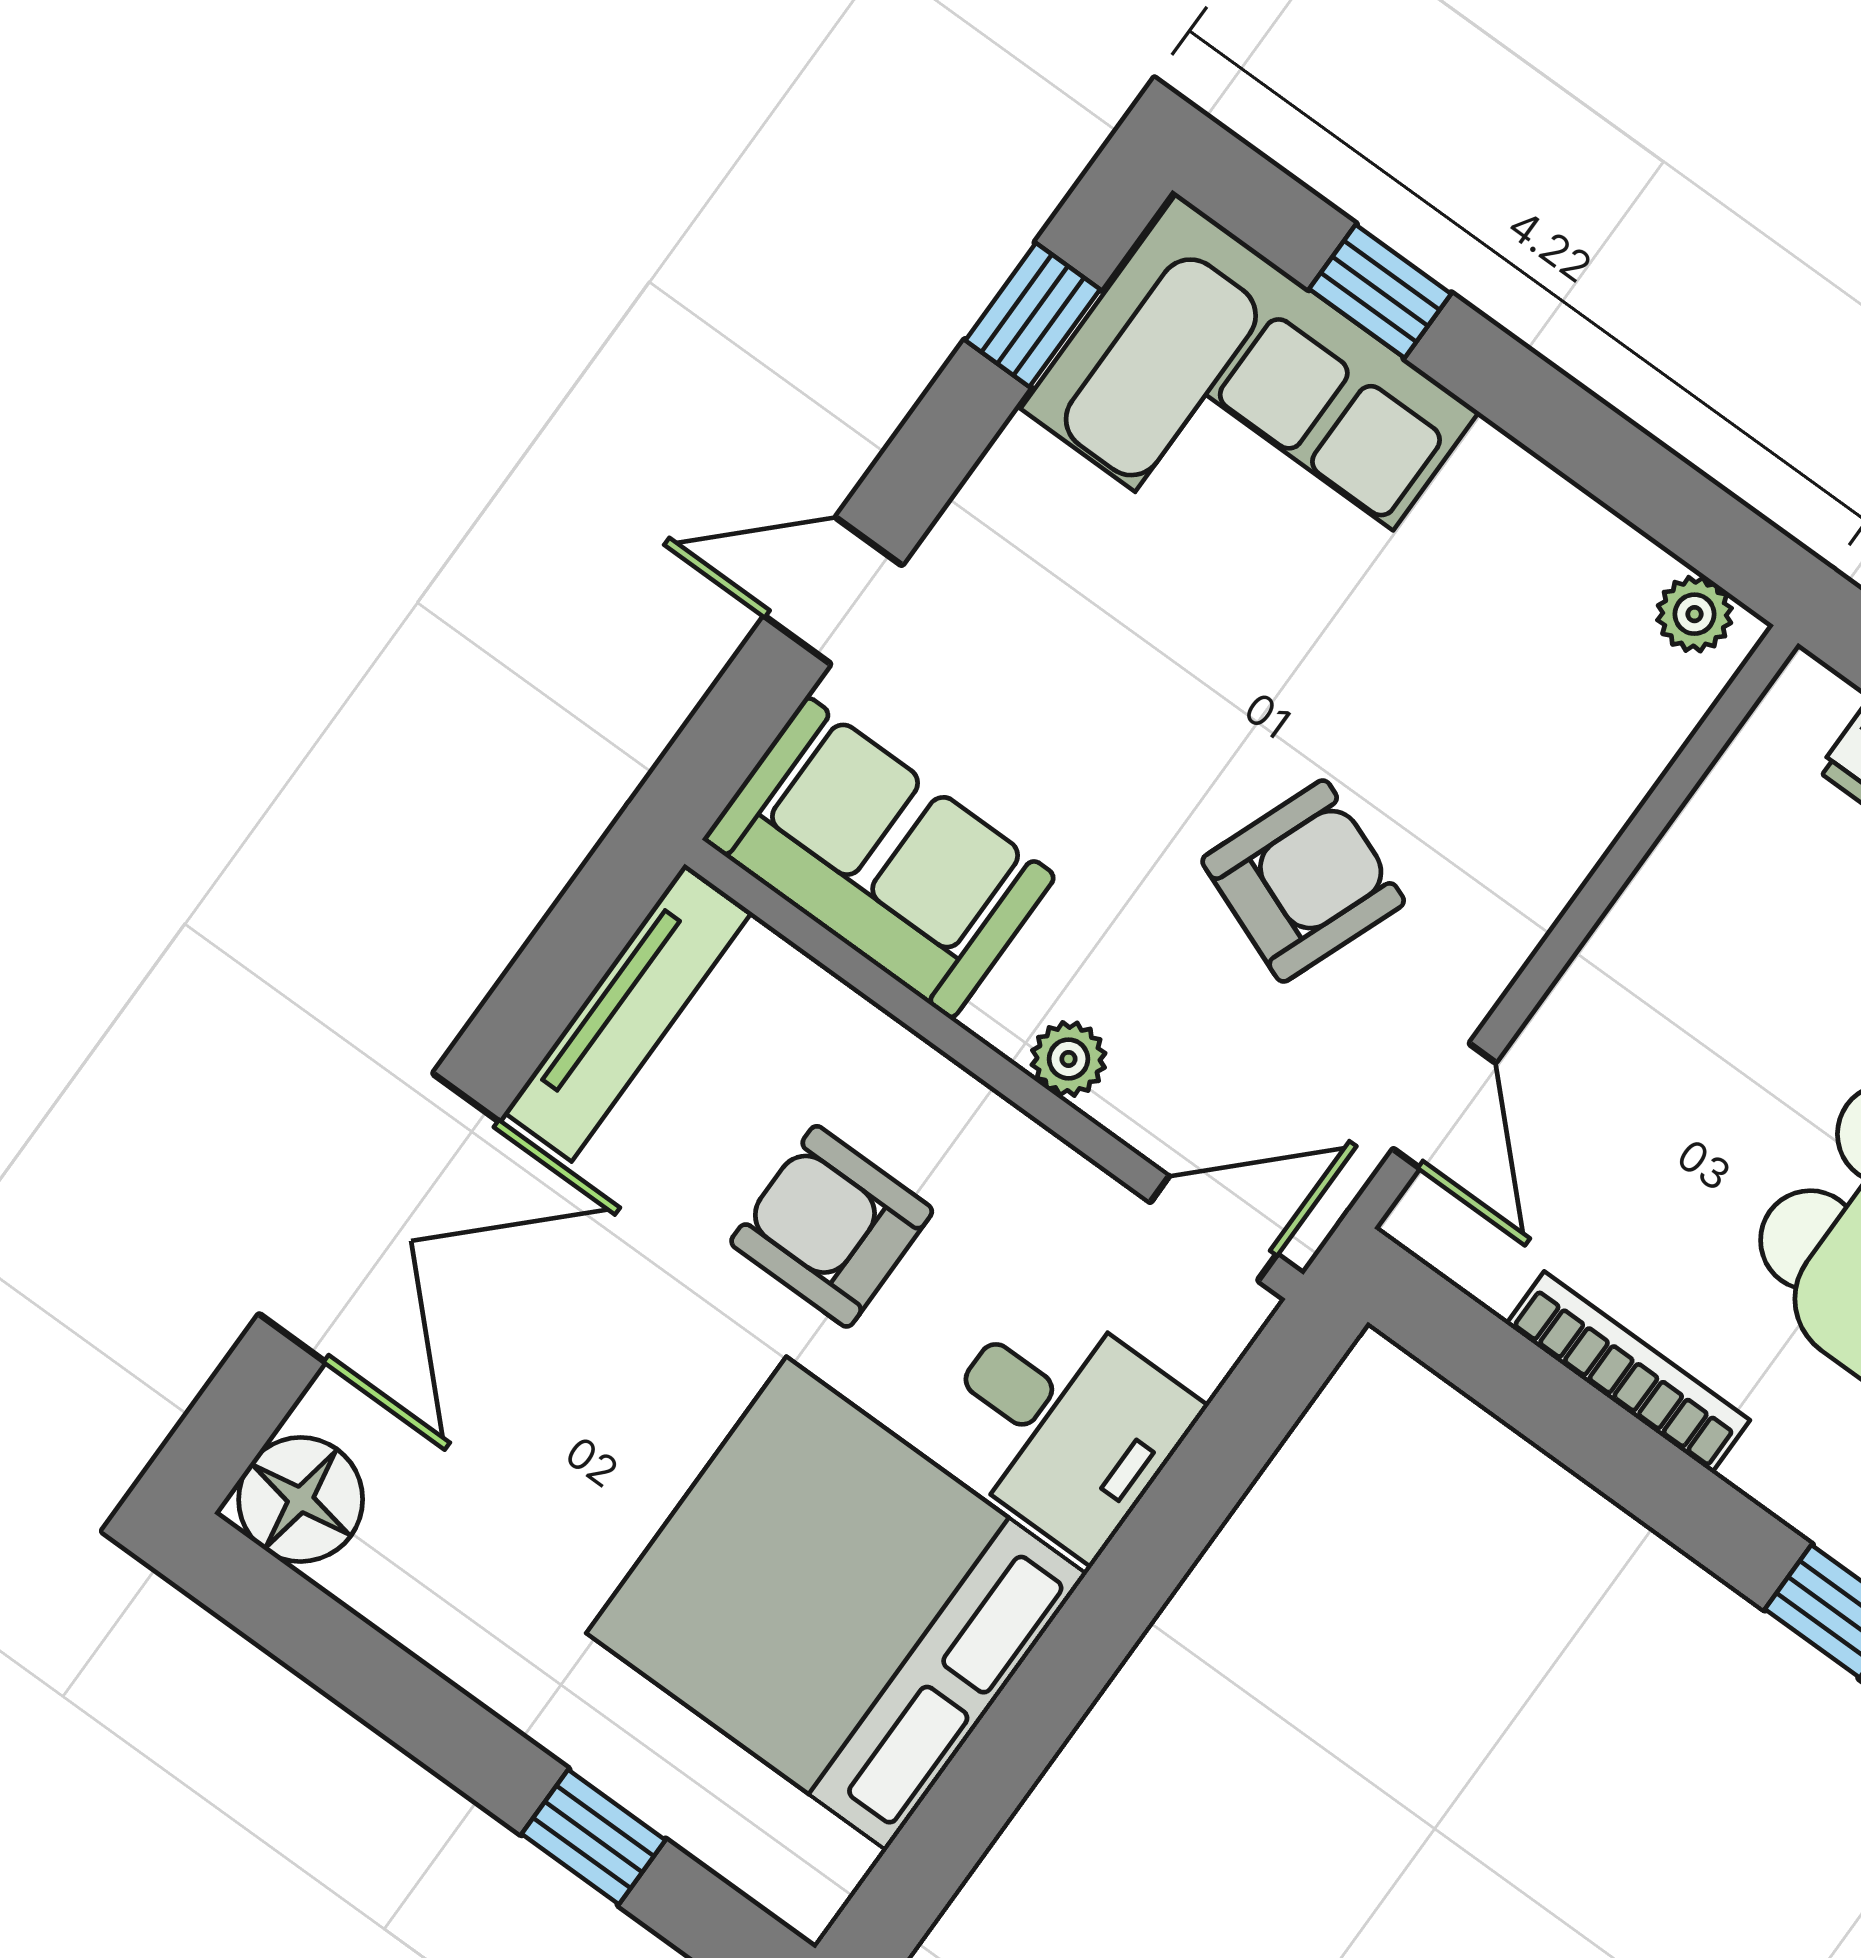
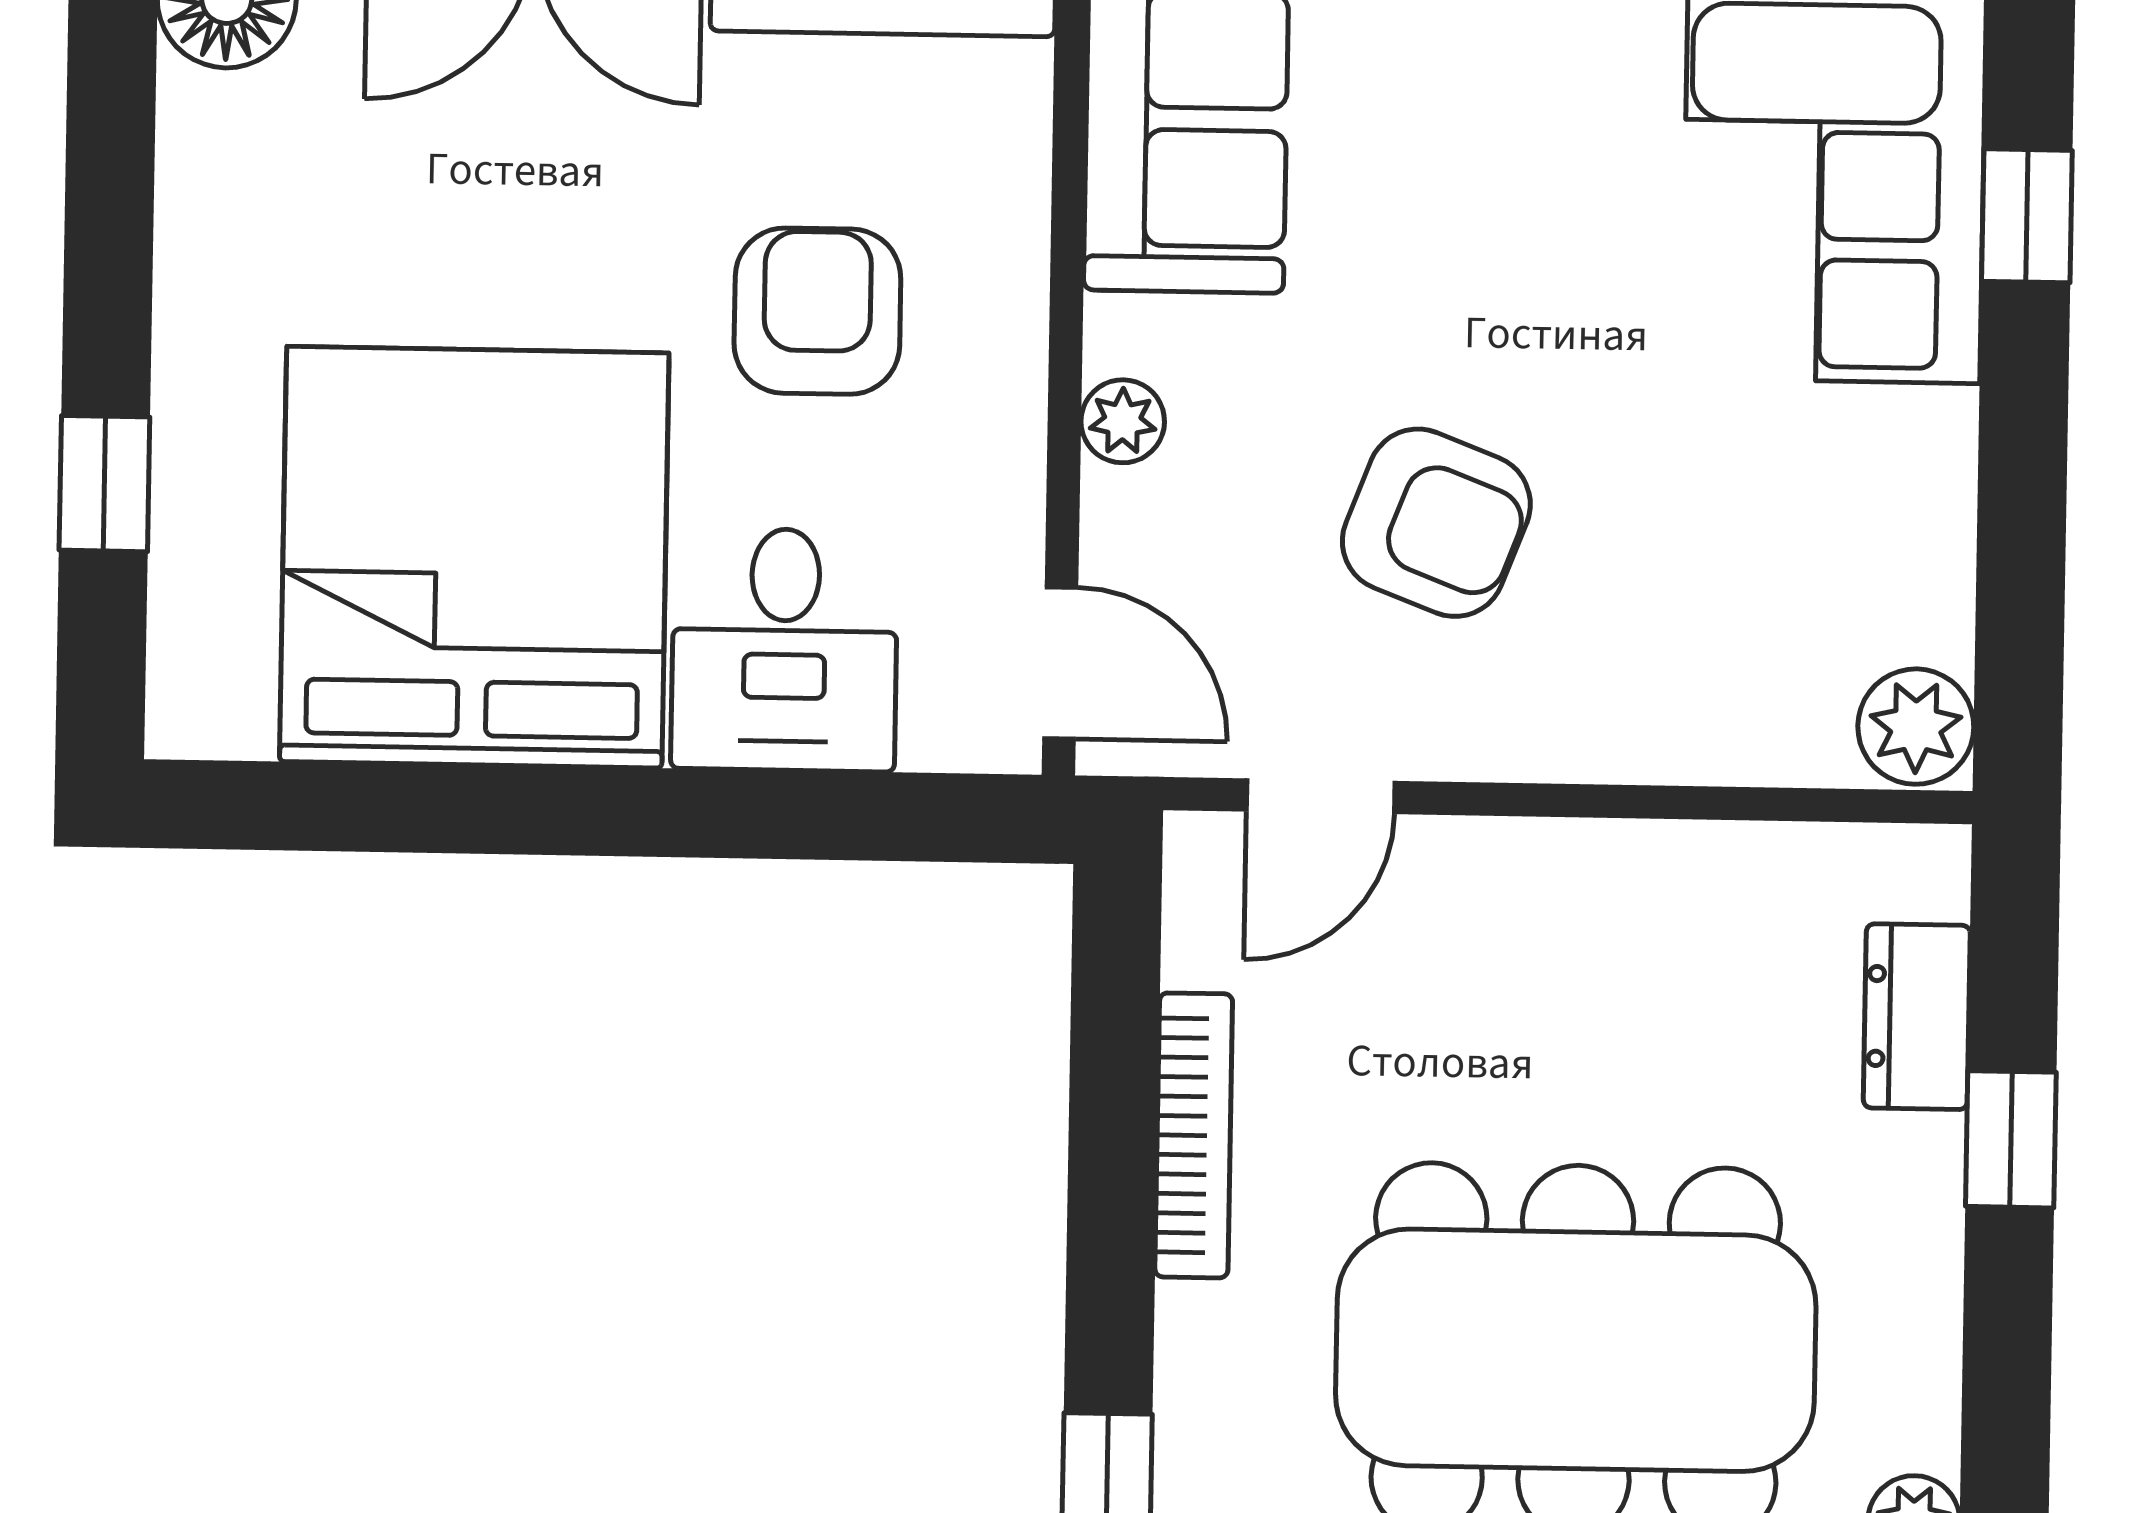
plant: (1694, 614) -> (1916, 727), width x1.38, depth x1.38

